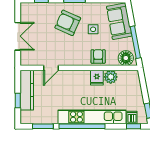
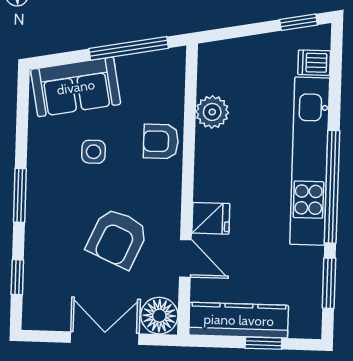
armchair: (68, 23) -> (117, 238), moved
floor lamp: (126, 58) -> (159, 316), moved
fridge: (97, 78) -> (211, 218), moved
window: (134, 126) -> (336, 59), removed

